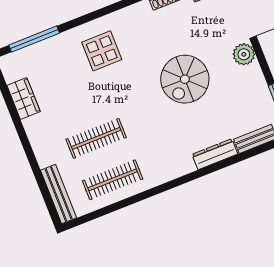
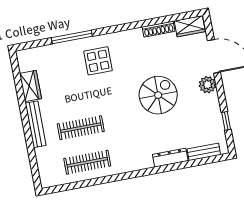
window: (34, 39) -> (72, 37), moved
spiral stairs: (185, 79) -> (158, 95), turned 180
bench: (59, 194) -> (36, 124), moved

